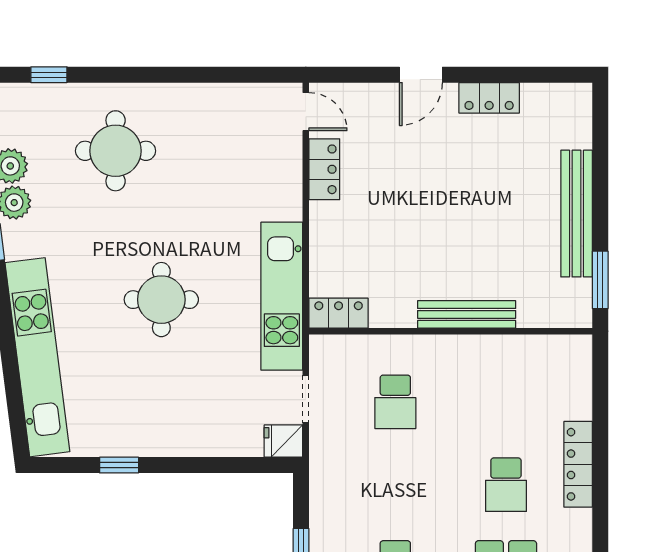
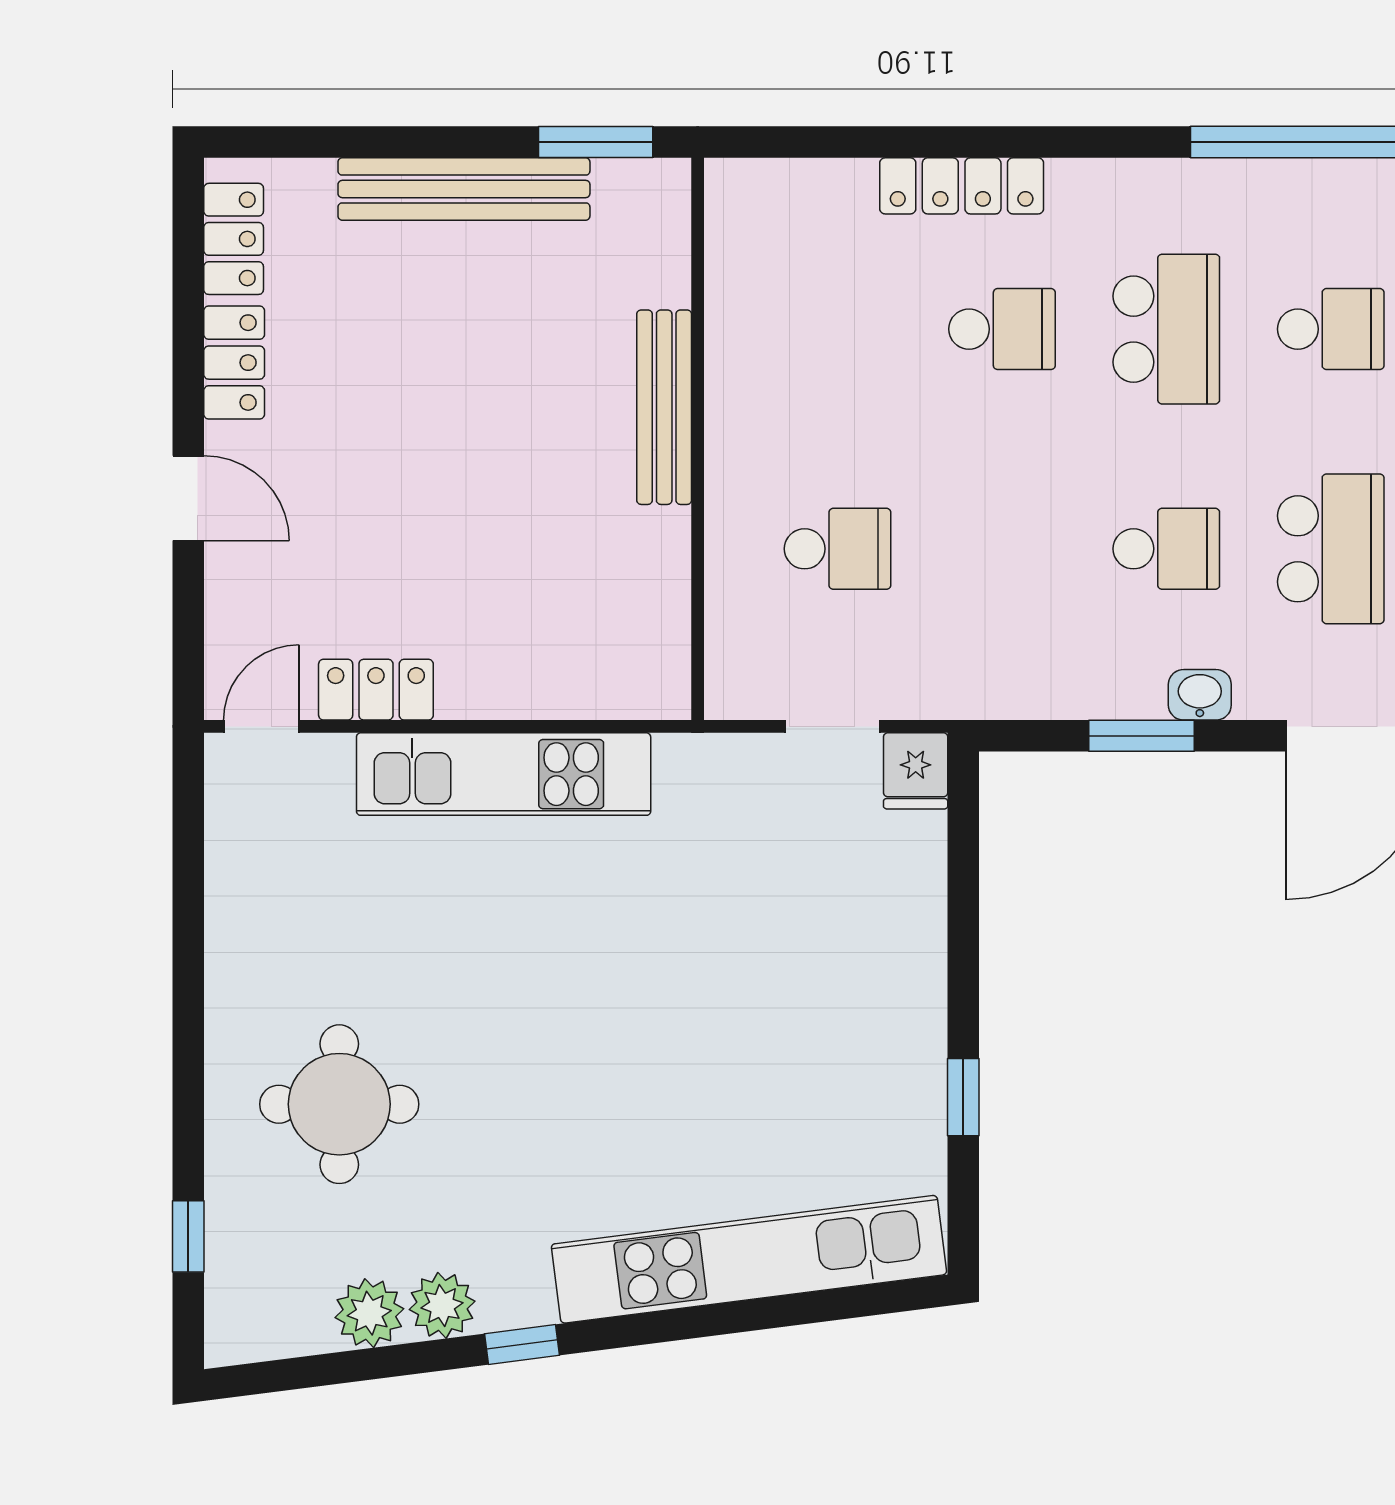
kitchen unit: (282, 296) -> (504, 774), moved
round table: (161, 300) -> (635, 1013), removed
locker: (339, 313) -> (234, 239), moved, turned 180

